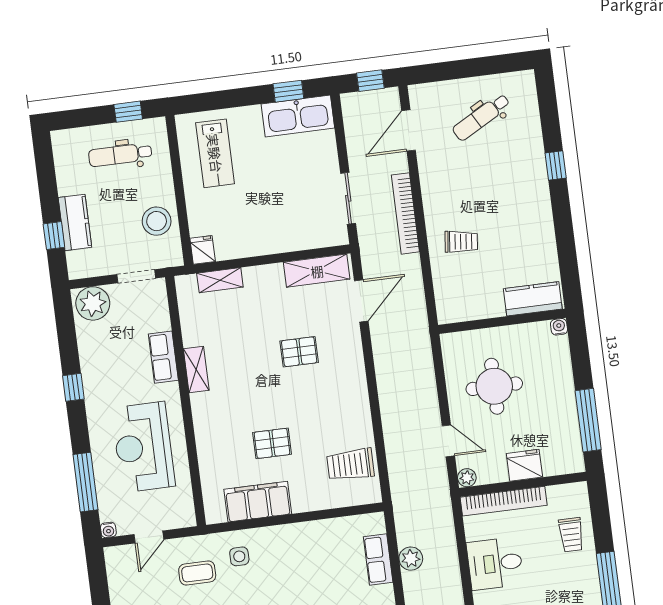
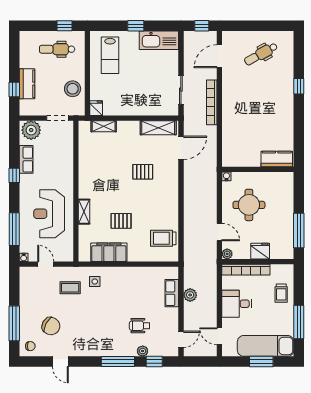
window: (288, 91) -> (136, 26), moved
trolley: (461, 242) -> (241, 122), removed
water cooler: (559, 327) -> (226, 176), moved
row of seats: (163, 357) -> (26, 159), moved, turned 180
shelving: (196, 370) -> (84, 212), moved
door: (149, 537) -> (46, 264), swing flipped

